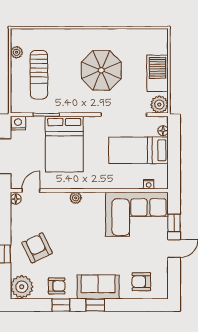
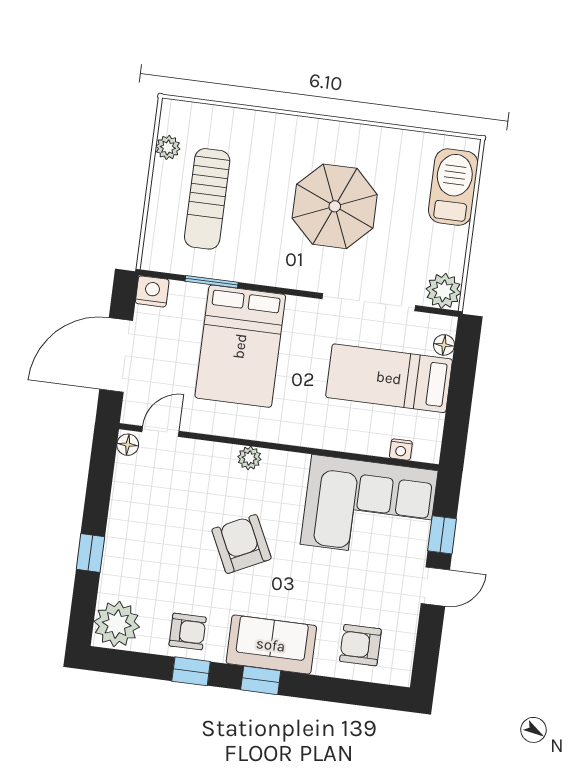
barbecue: (158, 73) -> (453, 187), moved
armchair: (37, 248) -> (242, 544), moved

